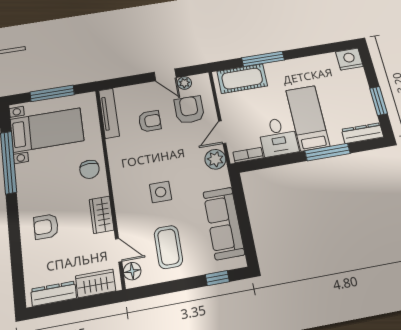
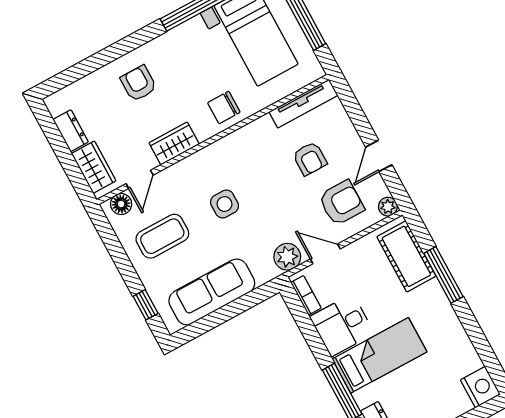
plant: (184, 83) -> (388, 207), moved
dresser: (54, 294) -> (71, 131), width x0.70

